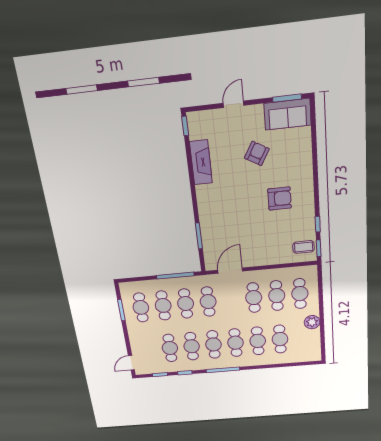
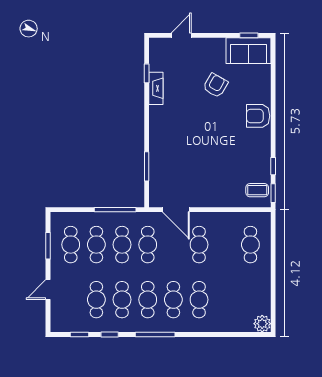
window: (287, 98) -> (249, 35), width x0.67
door: (233, 104) -> (181, 35), moved
window: (185, 126) -> (147, 73), moved
fireplace: (201, 162) -> (156, 88), width x0.73, depth x0.76
armchair: (280, 199) -> (258, 116), moved, turned 180
door: (230, 271) -> (176, 210), swing flipped
cafe table: (277, 296) -> (225, 245), removed
plant: (312, 322) -> (262, 324), moved
cafe table: (280, 339) -> (225, 300), removed
door: (131, 363) -> (48, 290), moved

